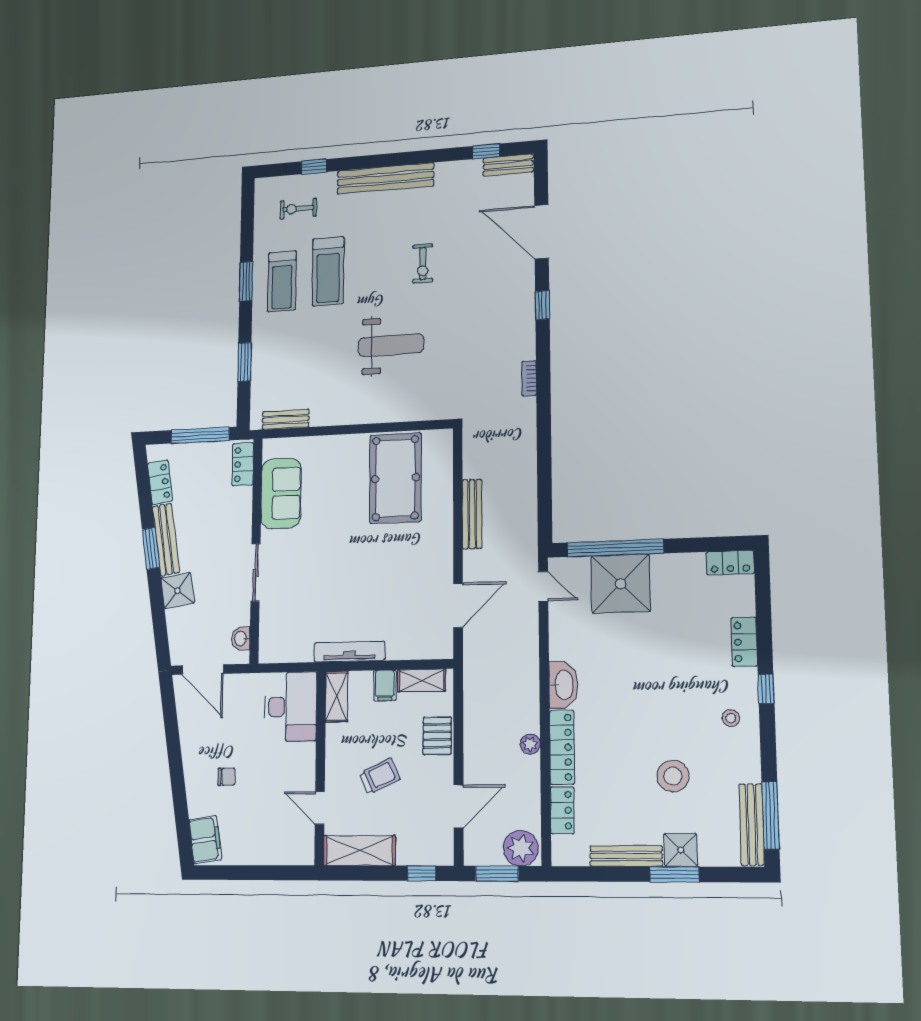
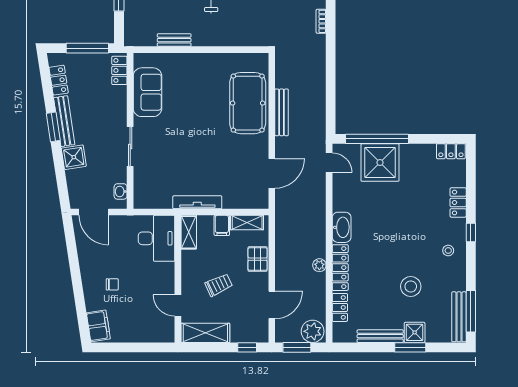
bench: (286, 419) -> (174, 40), moved
pool table: (395, 478) -> (248, 103), moved

